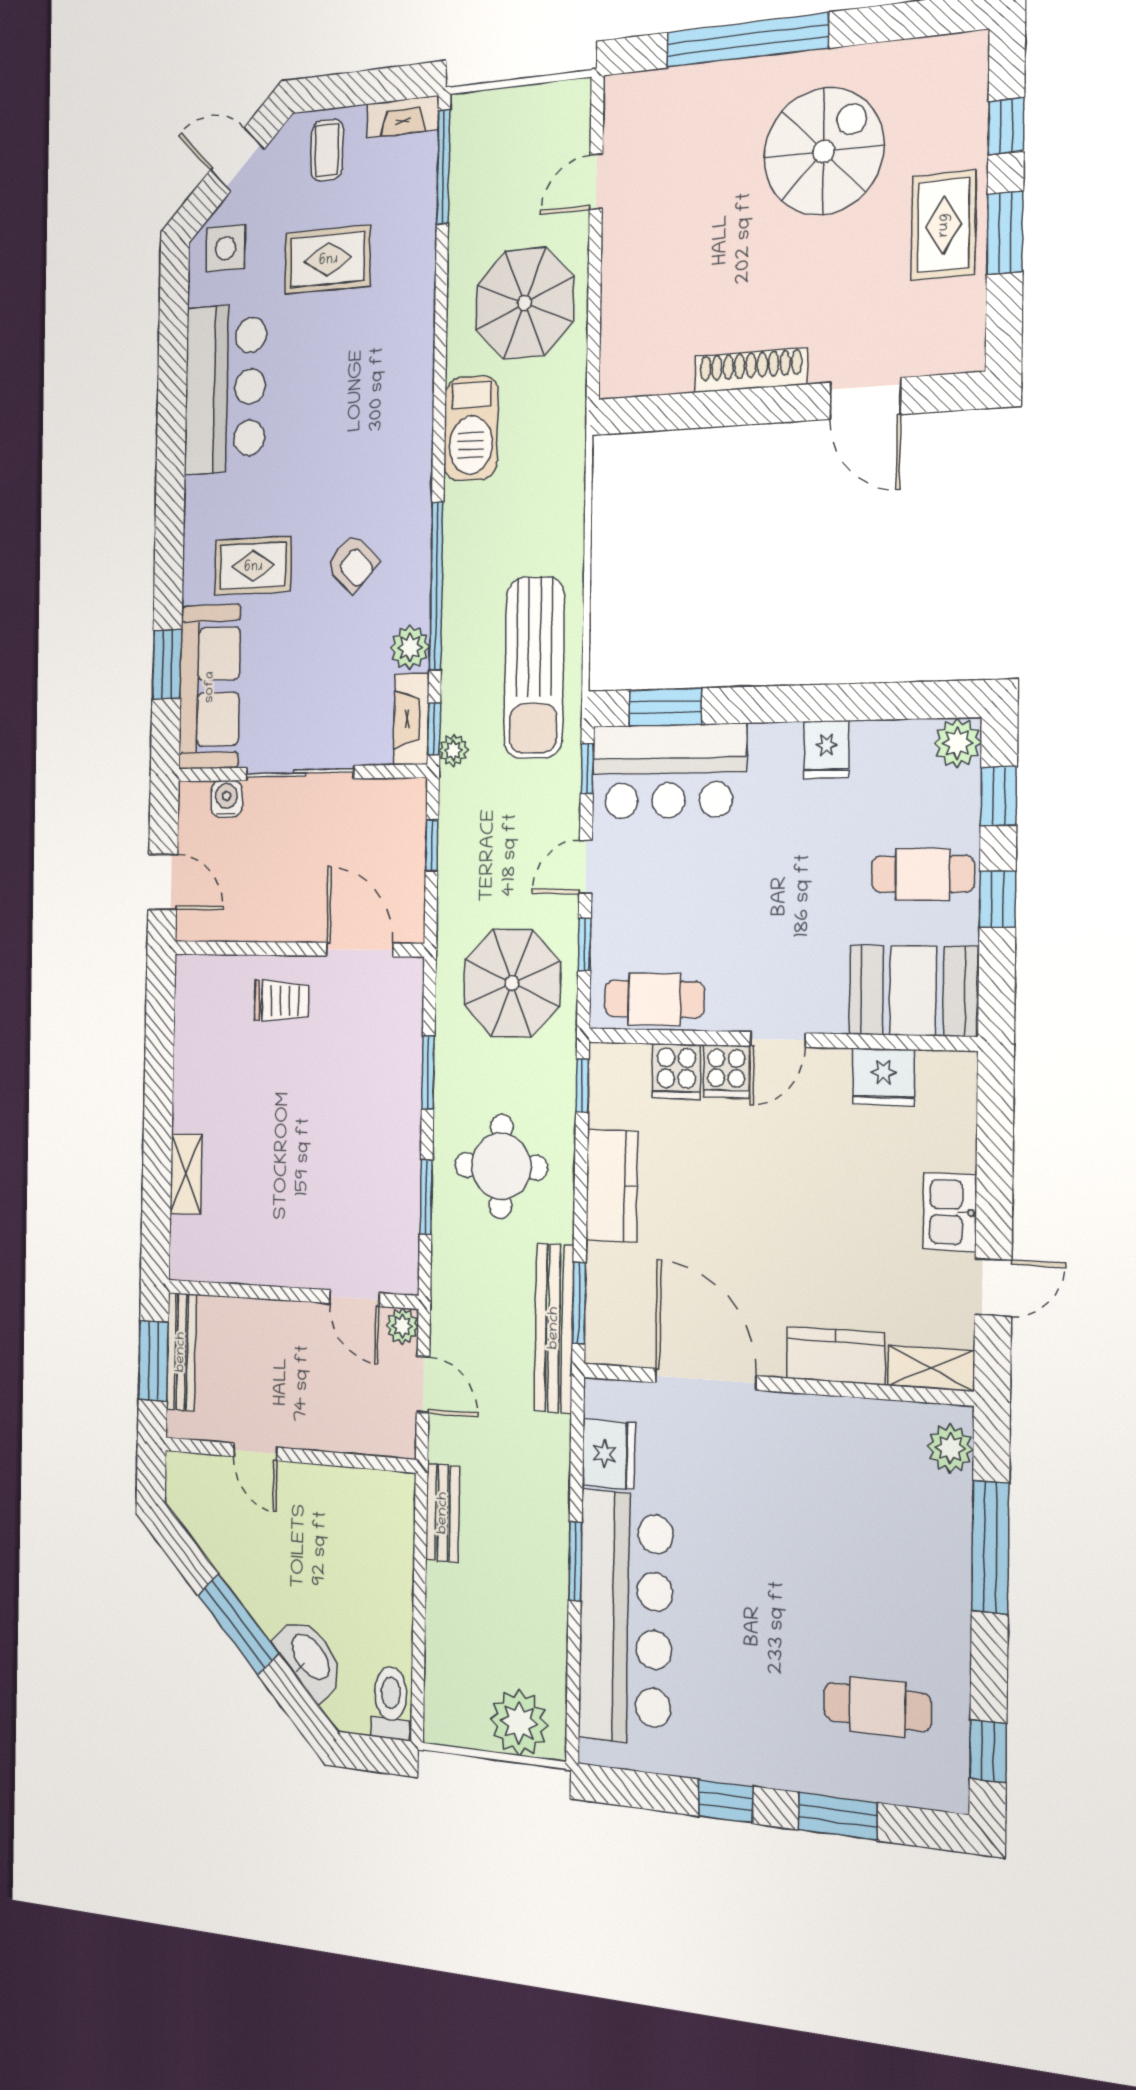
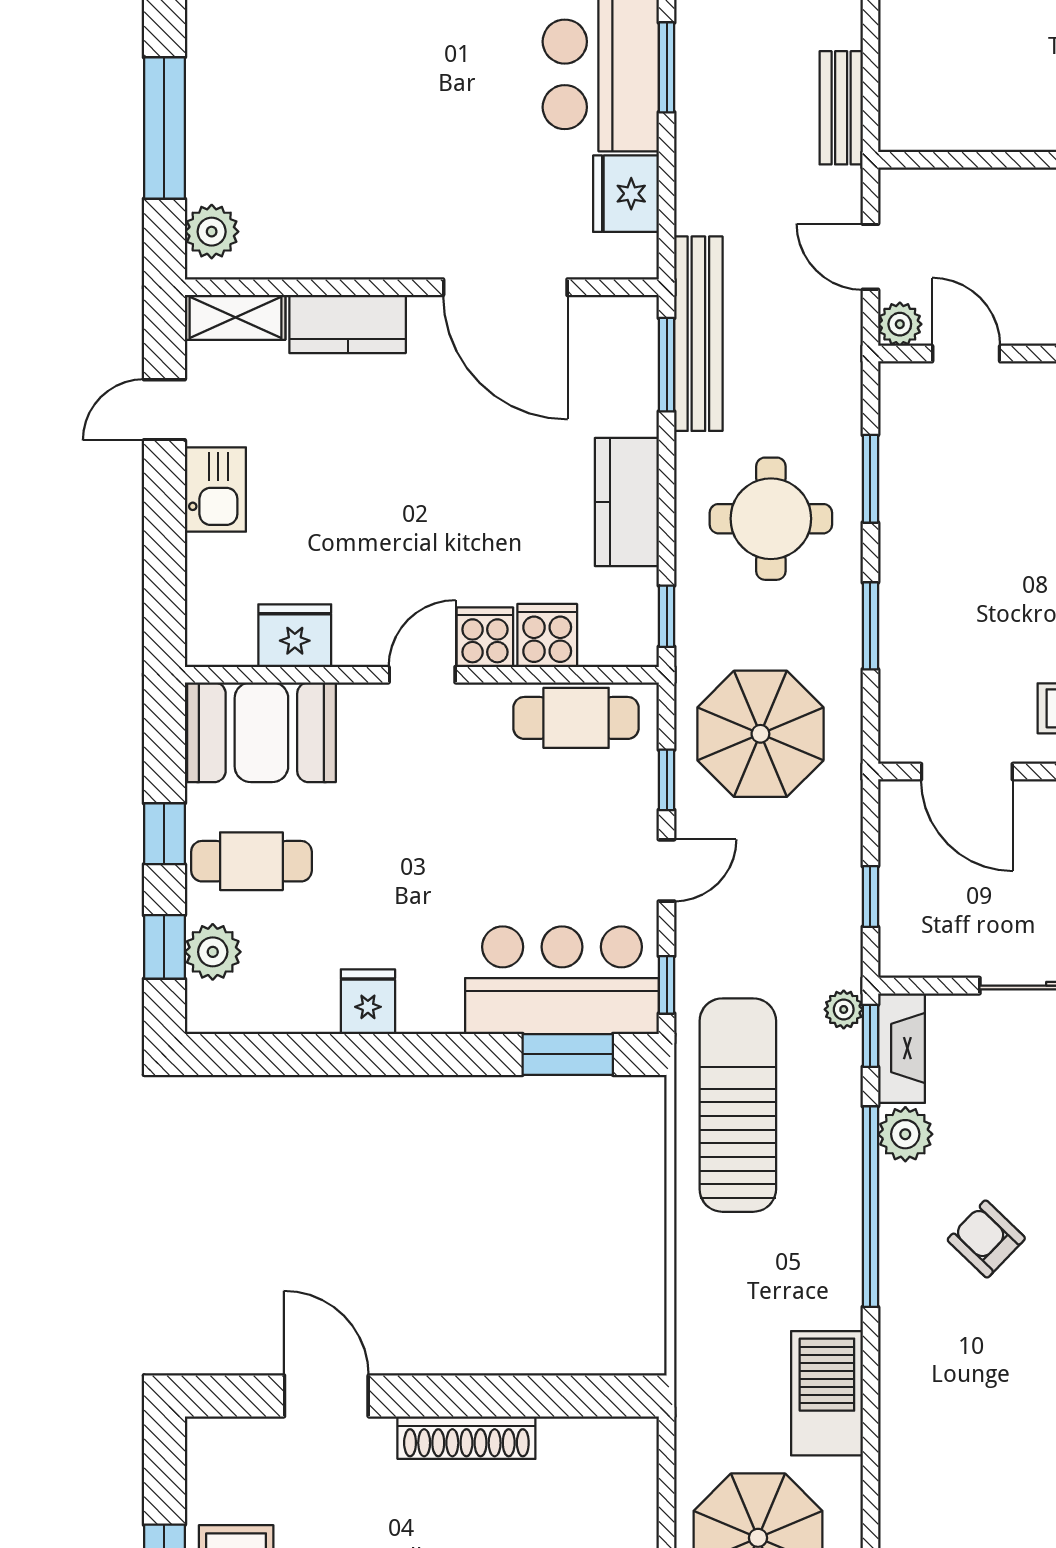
plant: (957, 743) -> (213, 952), moved

